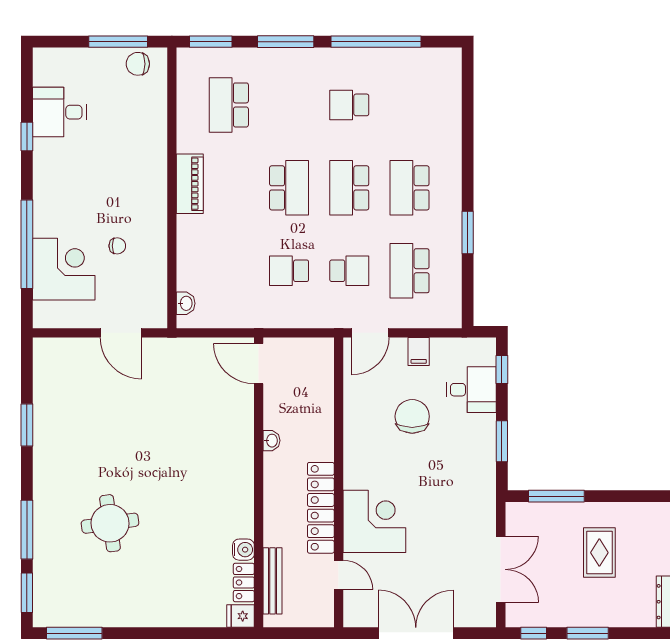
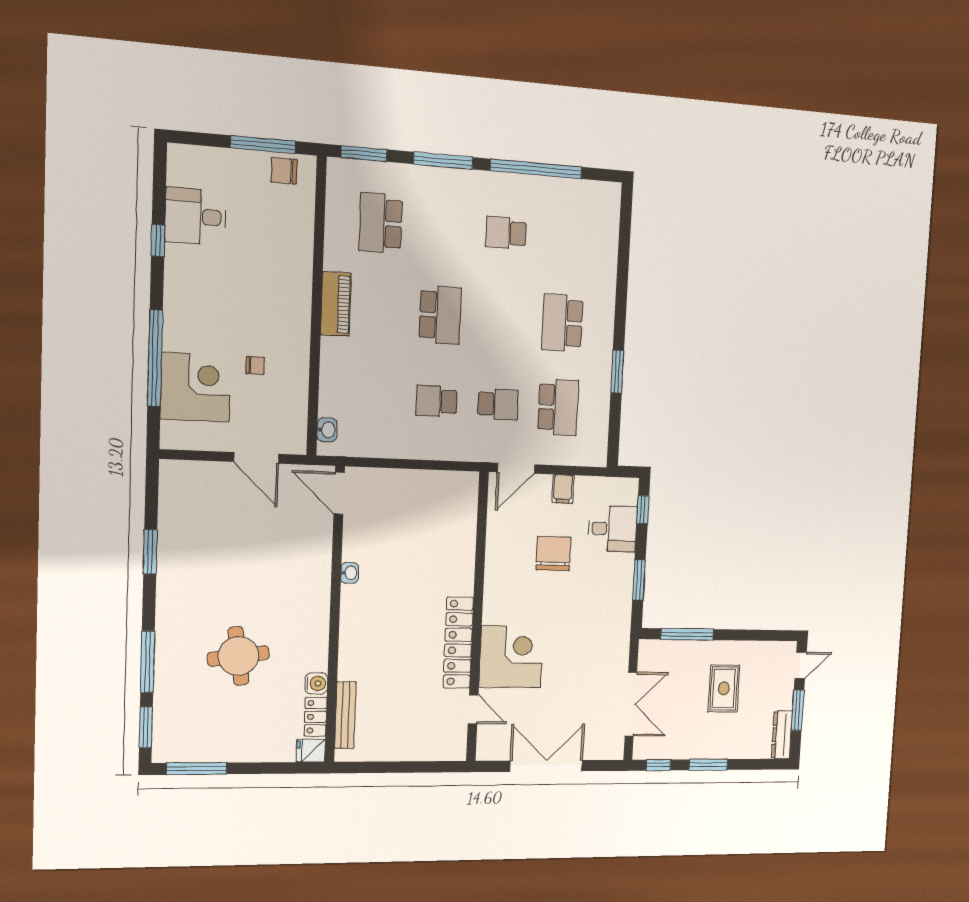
school desk: (349, 188) -> (502, 319), removed
school desk: (410, 271) -> (558, 407), turned 180
door: (259, 364) -> (339, 493), moved
washbasin: (272, 441) -> (350, 573), moved
wall: (259, 482) -> (335, 615), moved
water cooler: (243, 550) -> (316, 683), moved
bench: (273, 581) -> (345, 715), moved
locker: (244, 583) -> (315, 717), moved
fridge: (241, 616) -> (311, 751), moved

